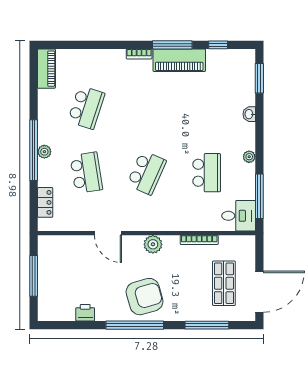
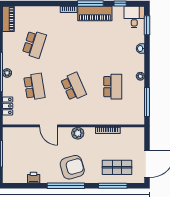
school desk: (146, 173) -> (73, 87), turned -48
desk: (239, 216) -> (134, 17), moved, turned -90
shop shelf: (224, 283) -> (117, 167), moved, turned 90

